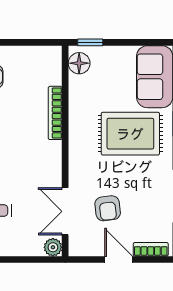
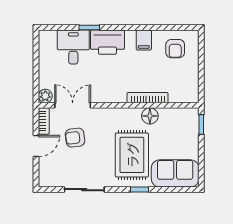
floor lamp: (79, 63) -> (150, 116), moved
bookcase: (151, 249) -> (44, 121), moved

